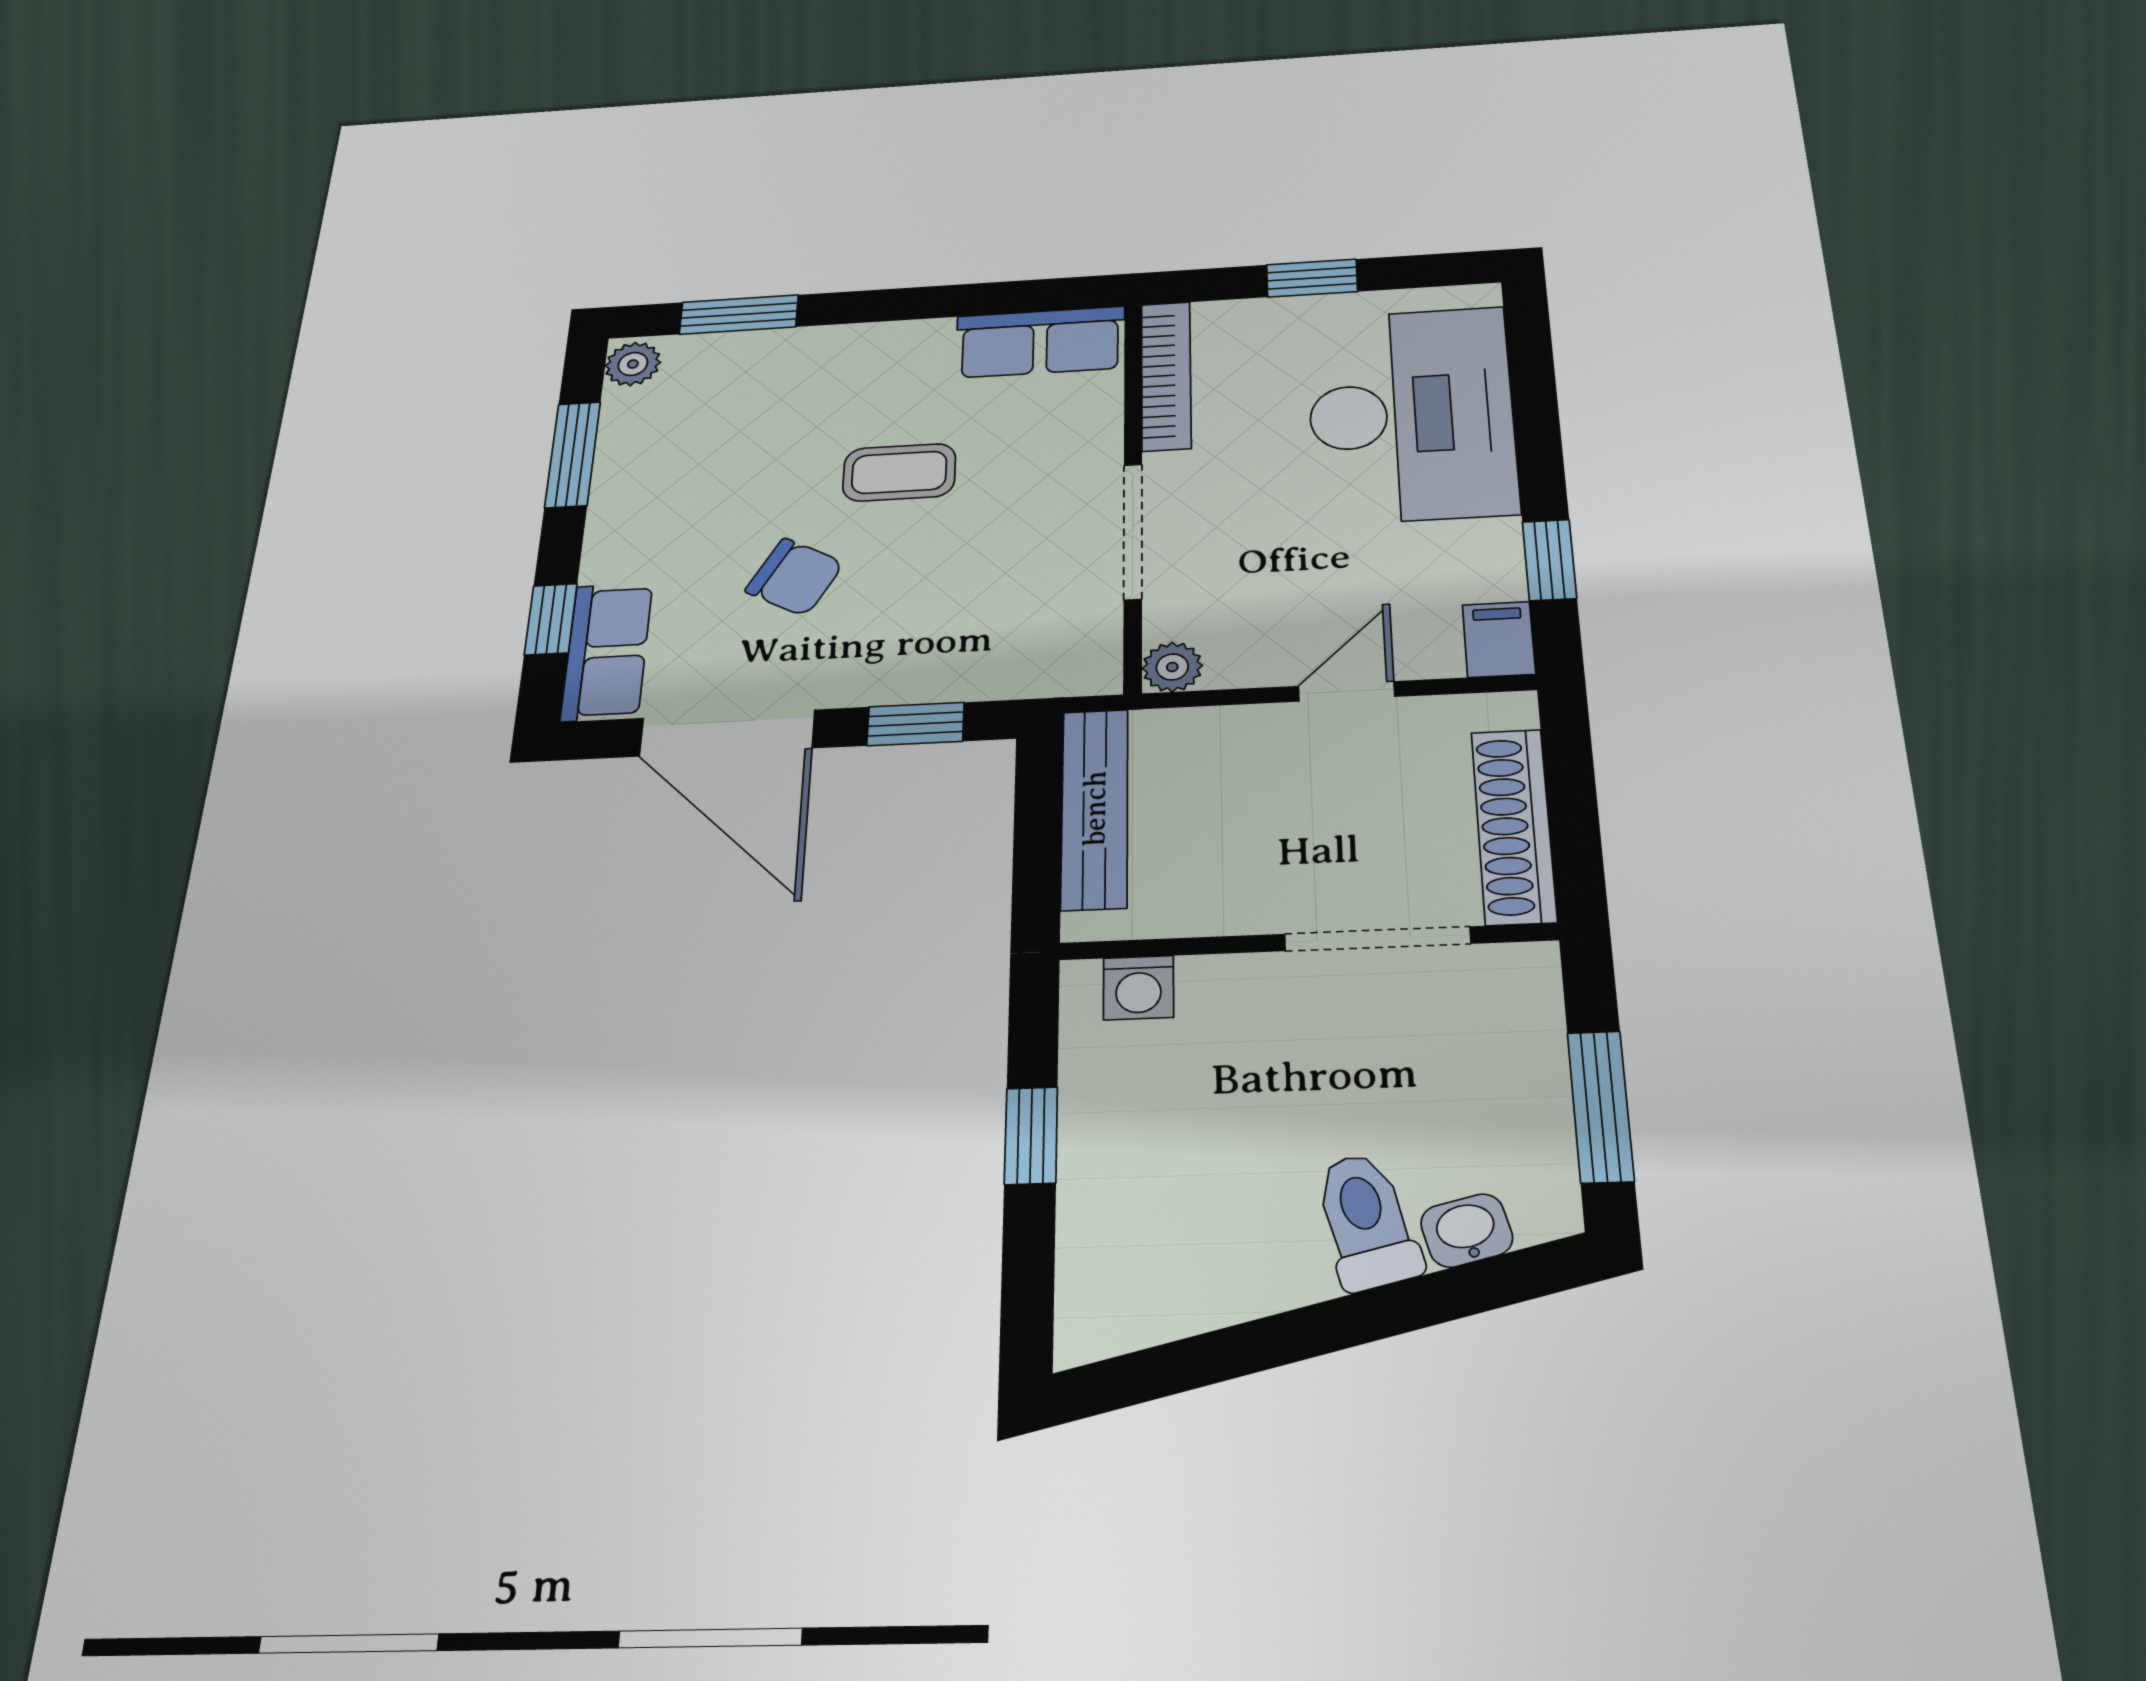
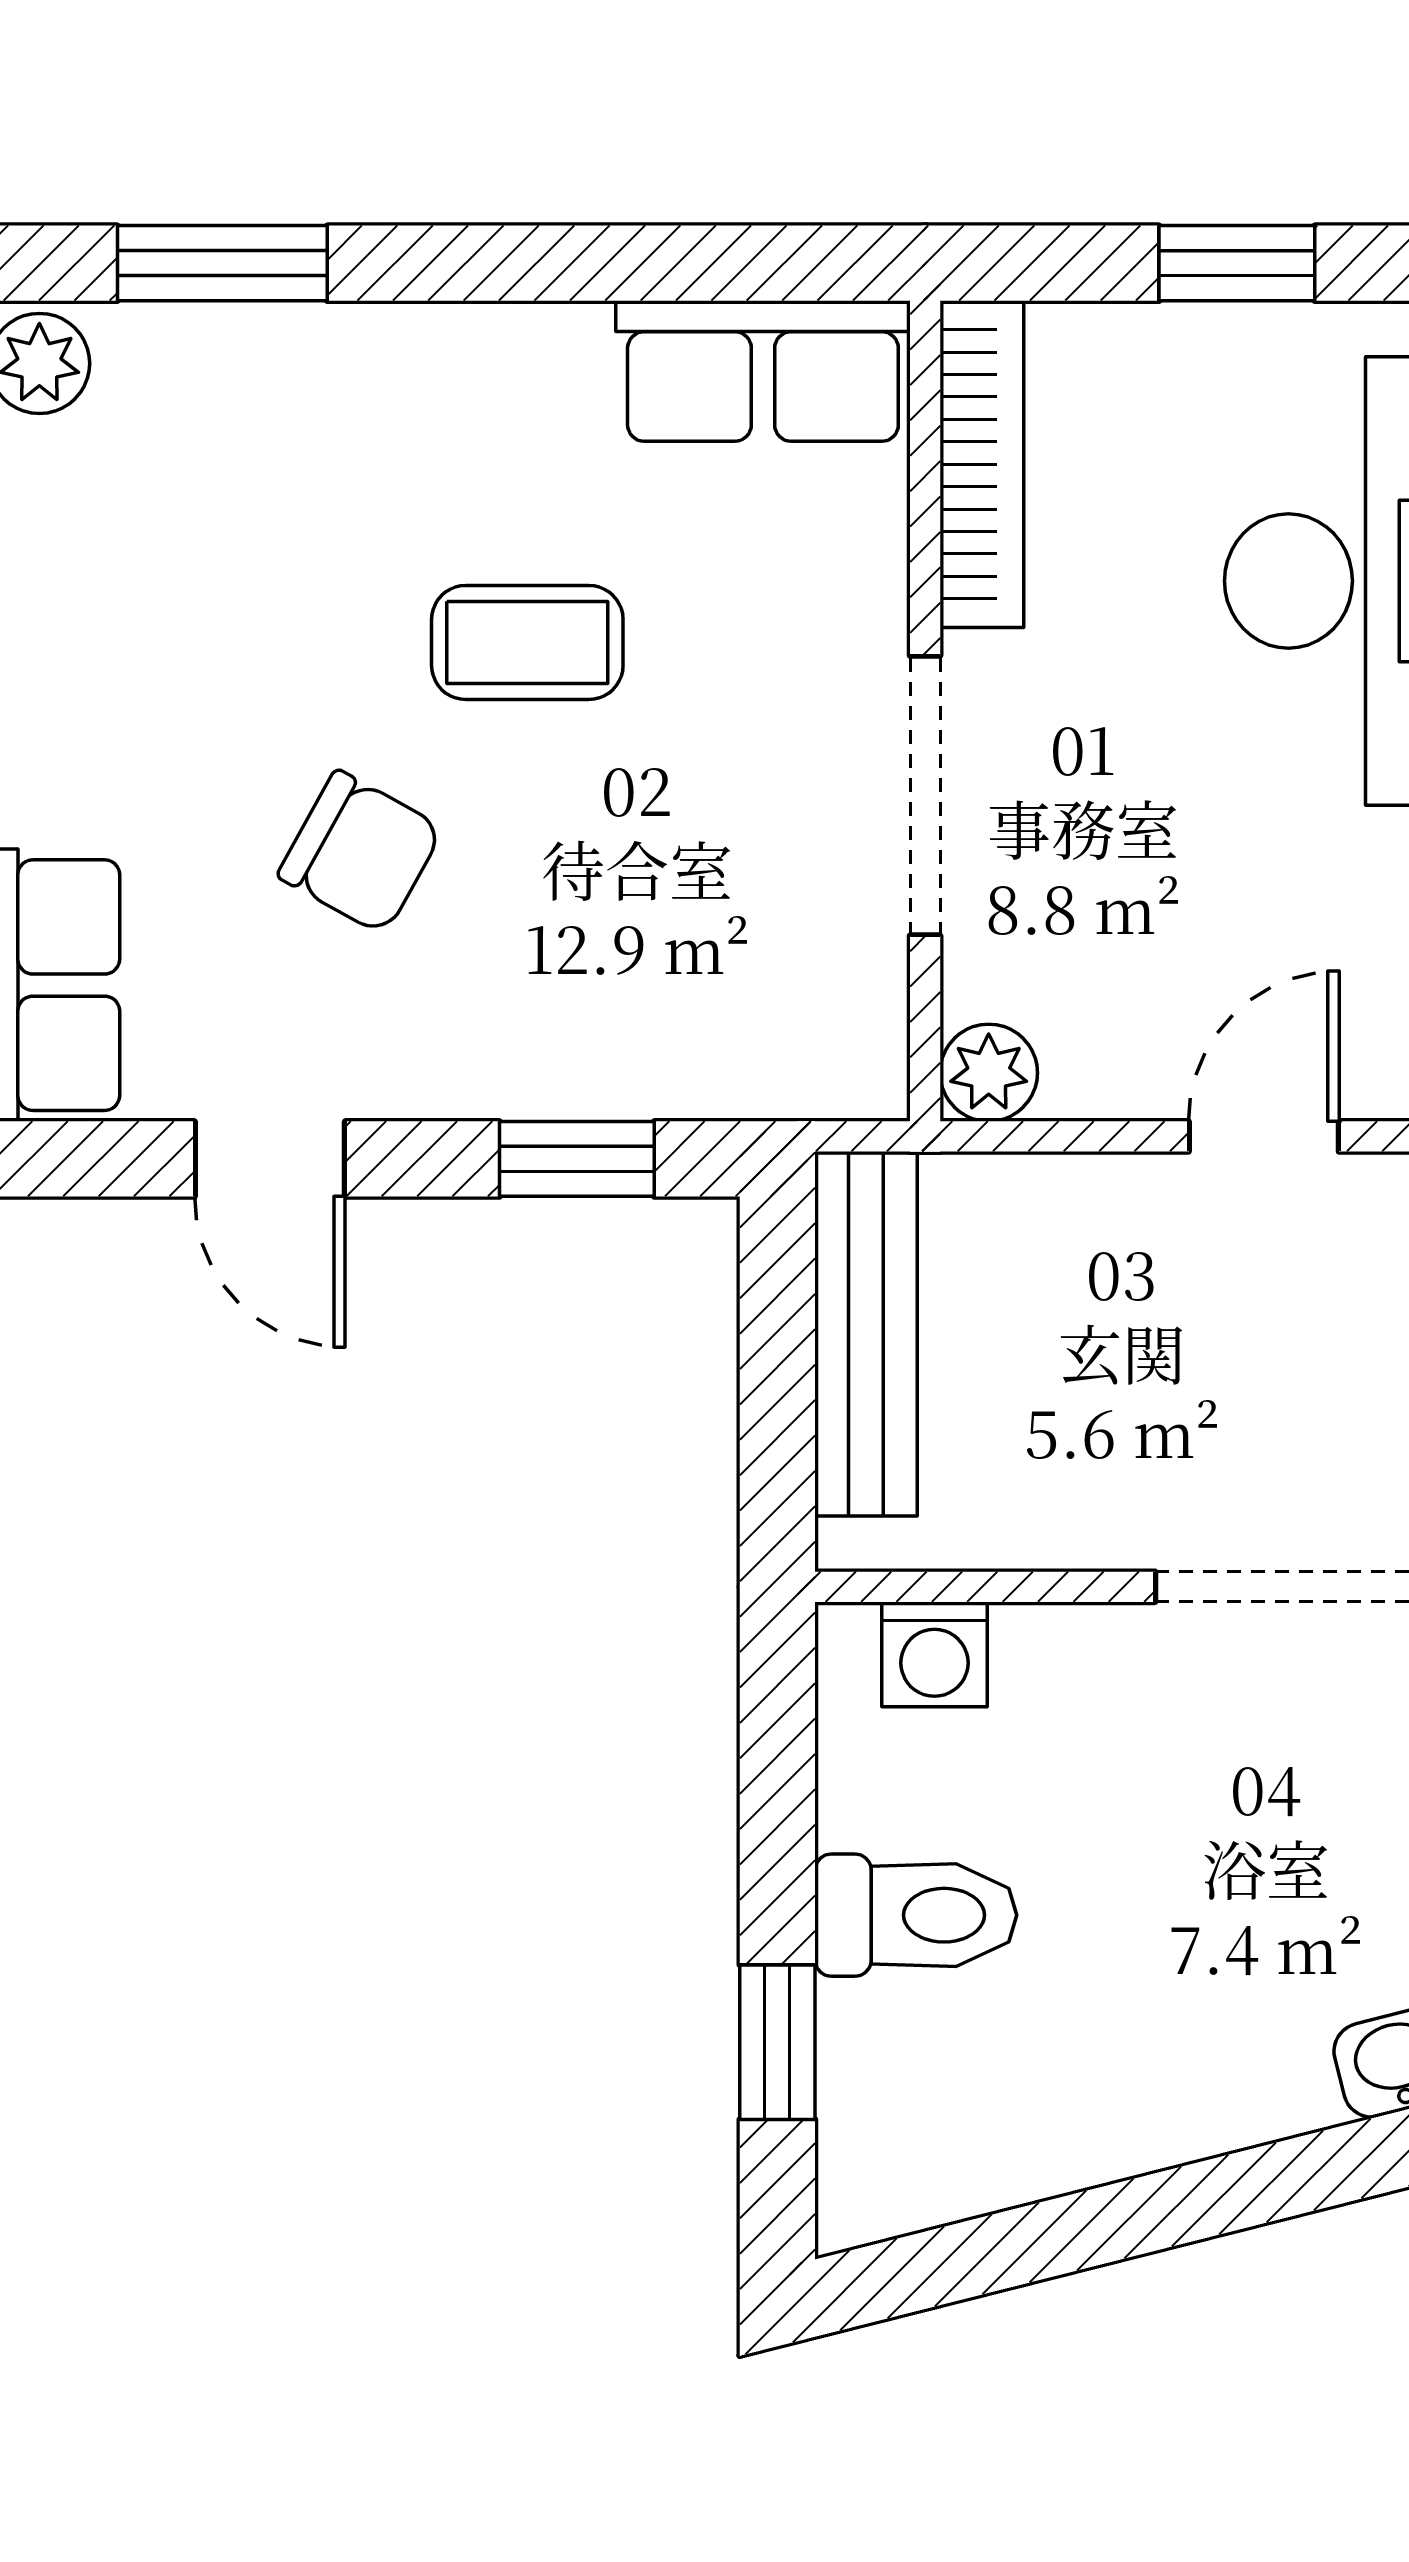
door: (727, 733) -> (270, 1159), width x0.53
window: (1031, 1135) -> (777, 2042), moved
toilet: (1366, 1221) -> (916, 1915), moved, turned 104

